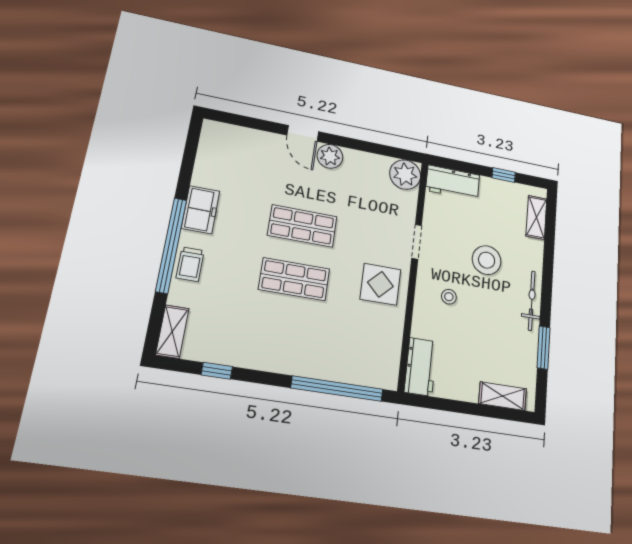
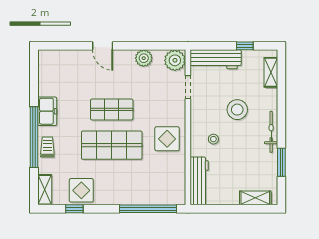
plant: (330, 156) -> (144, 58), moved
workbench: (453, 183) -> (216, 59), width x1.38
doorway: (417, 242) -> (188, 87), moved
trolley: (190, 264) -> (47, 147), turned 180
shop shelf: (294, 279) -> (112, 145), width x1.43, depth x1.36
display table: (234, 342) -> (81, 190), added
workbench: (421, 367) -> (199, 181), width x1.38

